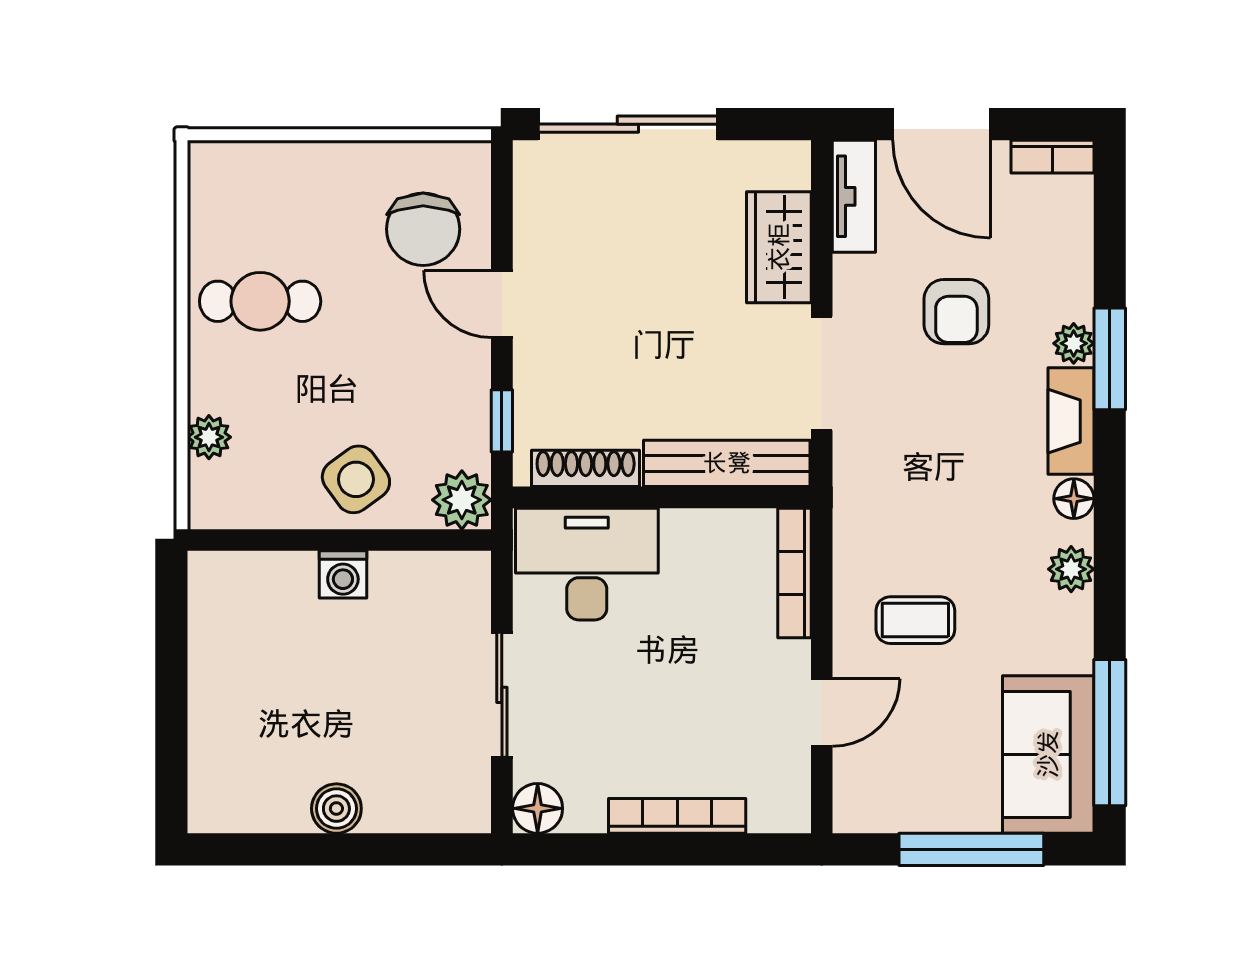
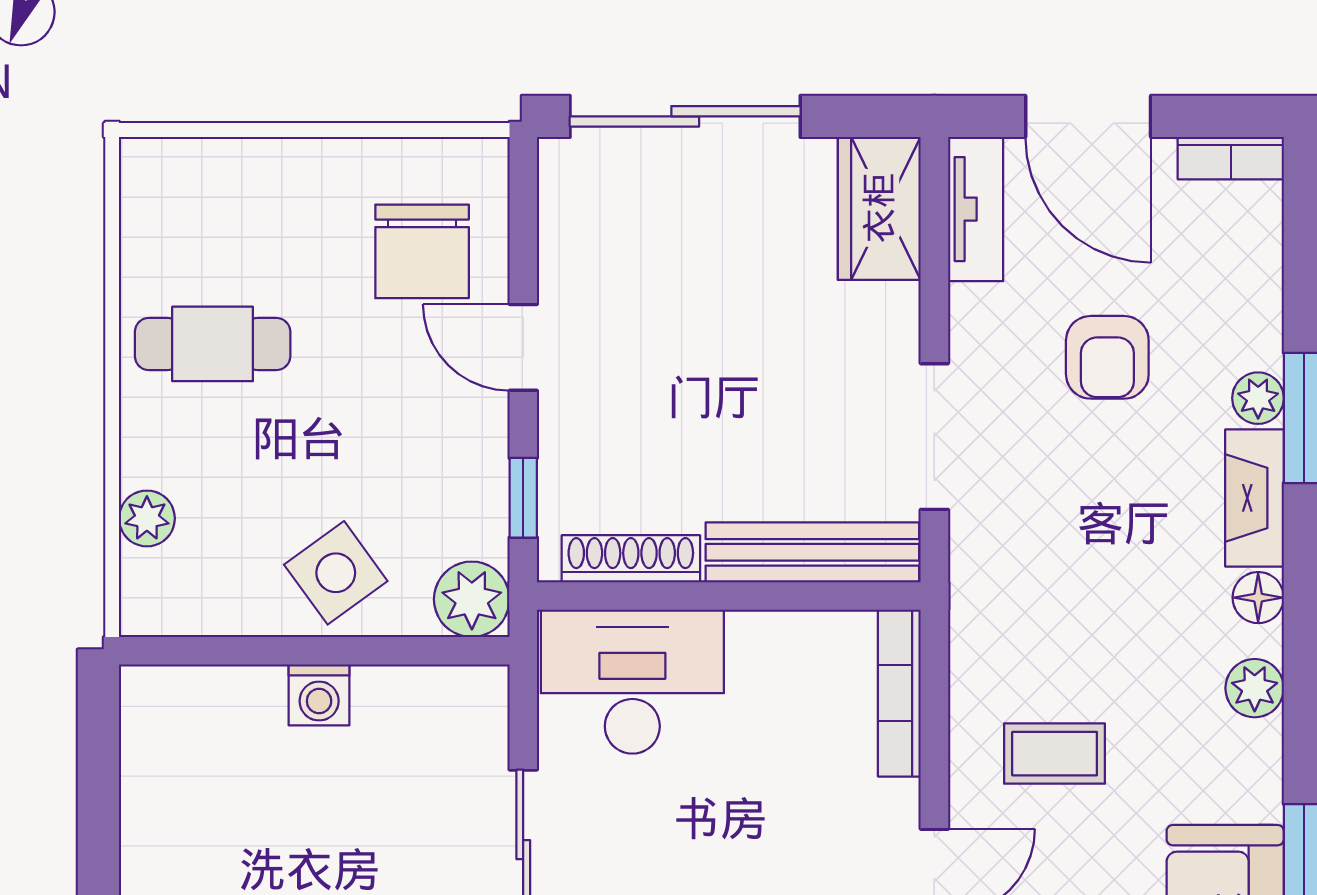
wardrobe: (779, 247) -> (879, 208), moved

